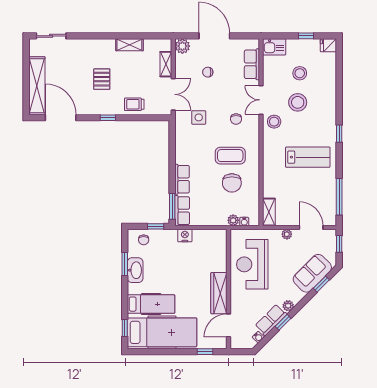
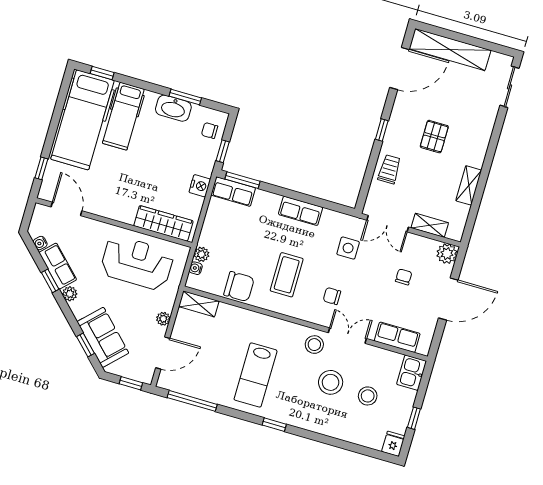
pallet: (102, 79) -> (434, 137), turned 90
row of seats: (182, 179) -> (301, 211), moved
chair: (232, 183) -> (239, 287), moved, turned 180
wardrobe: (219, 293) -> (163, 223), moved

